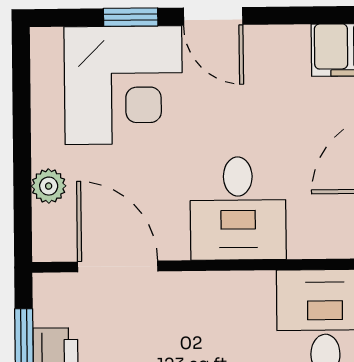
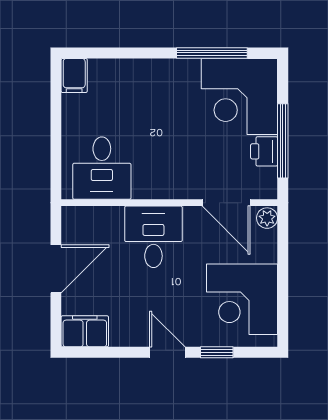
corner desk: (123, 85) -> (242, 299), moved, turned -90
plant: (49, 186) -> (267, 218), moved

